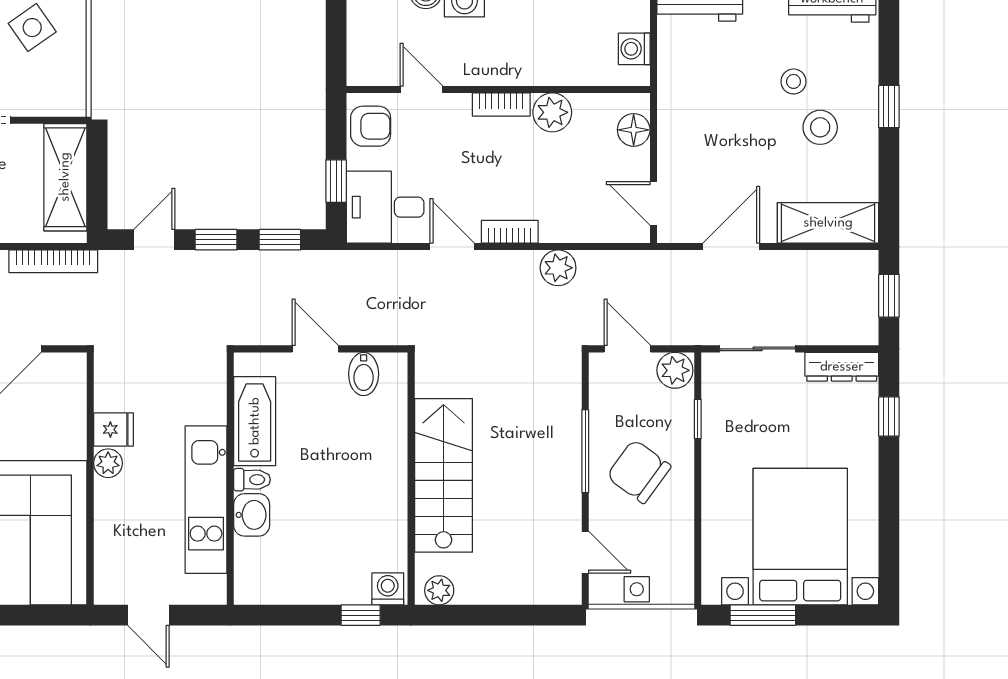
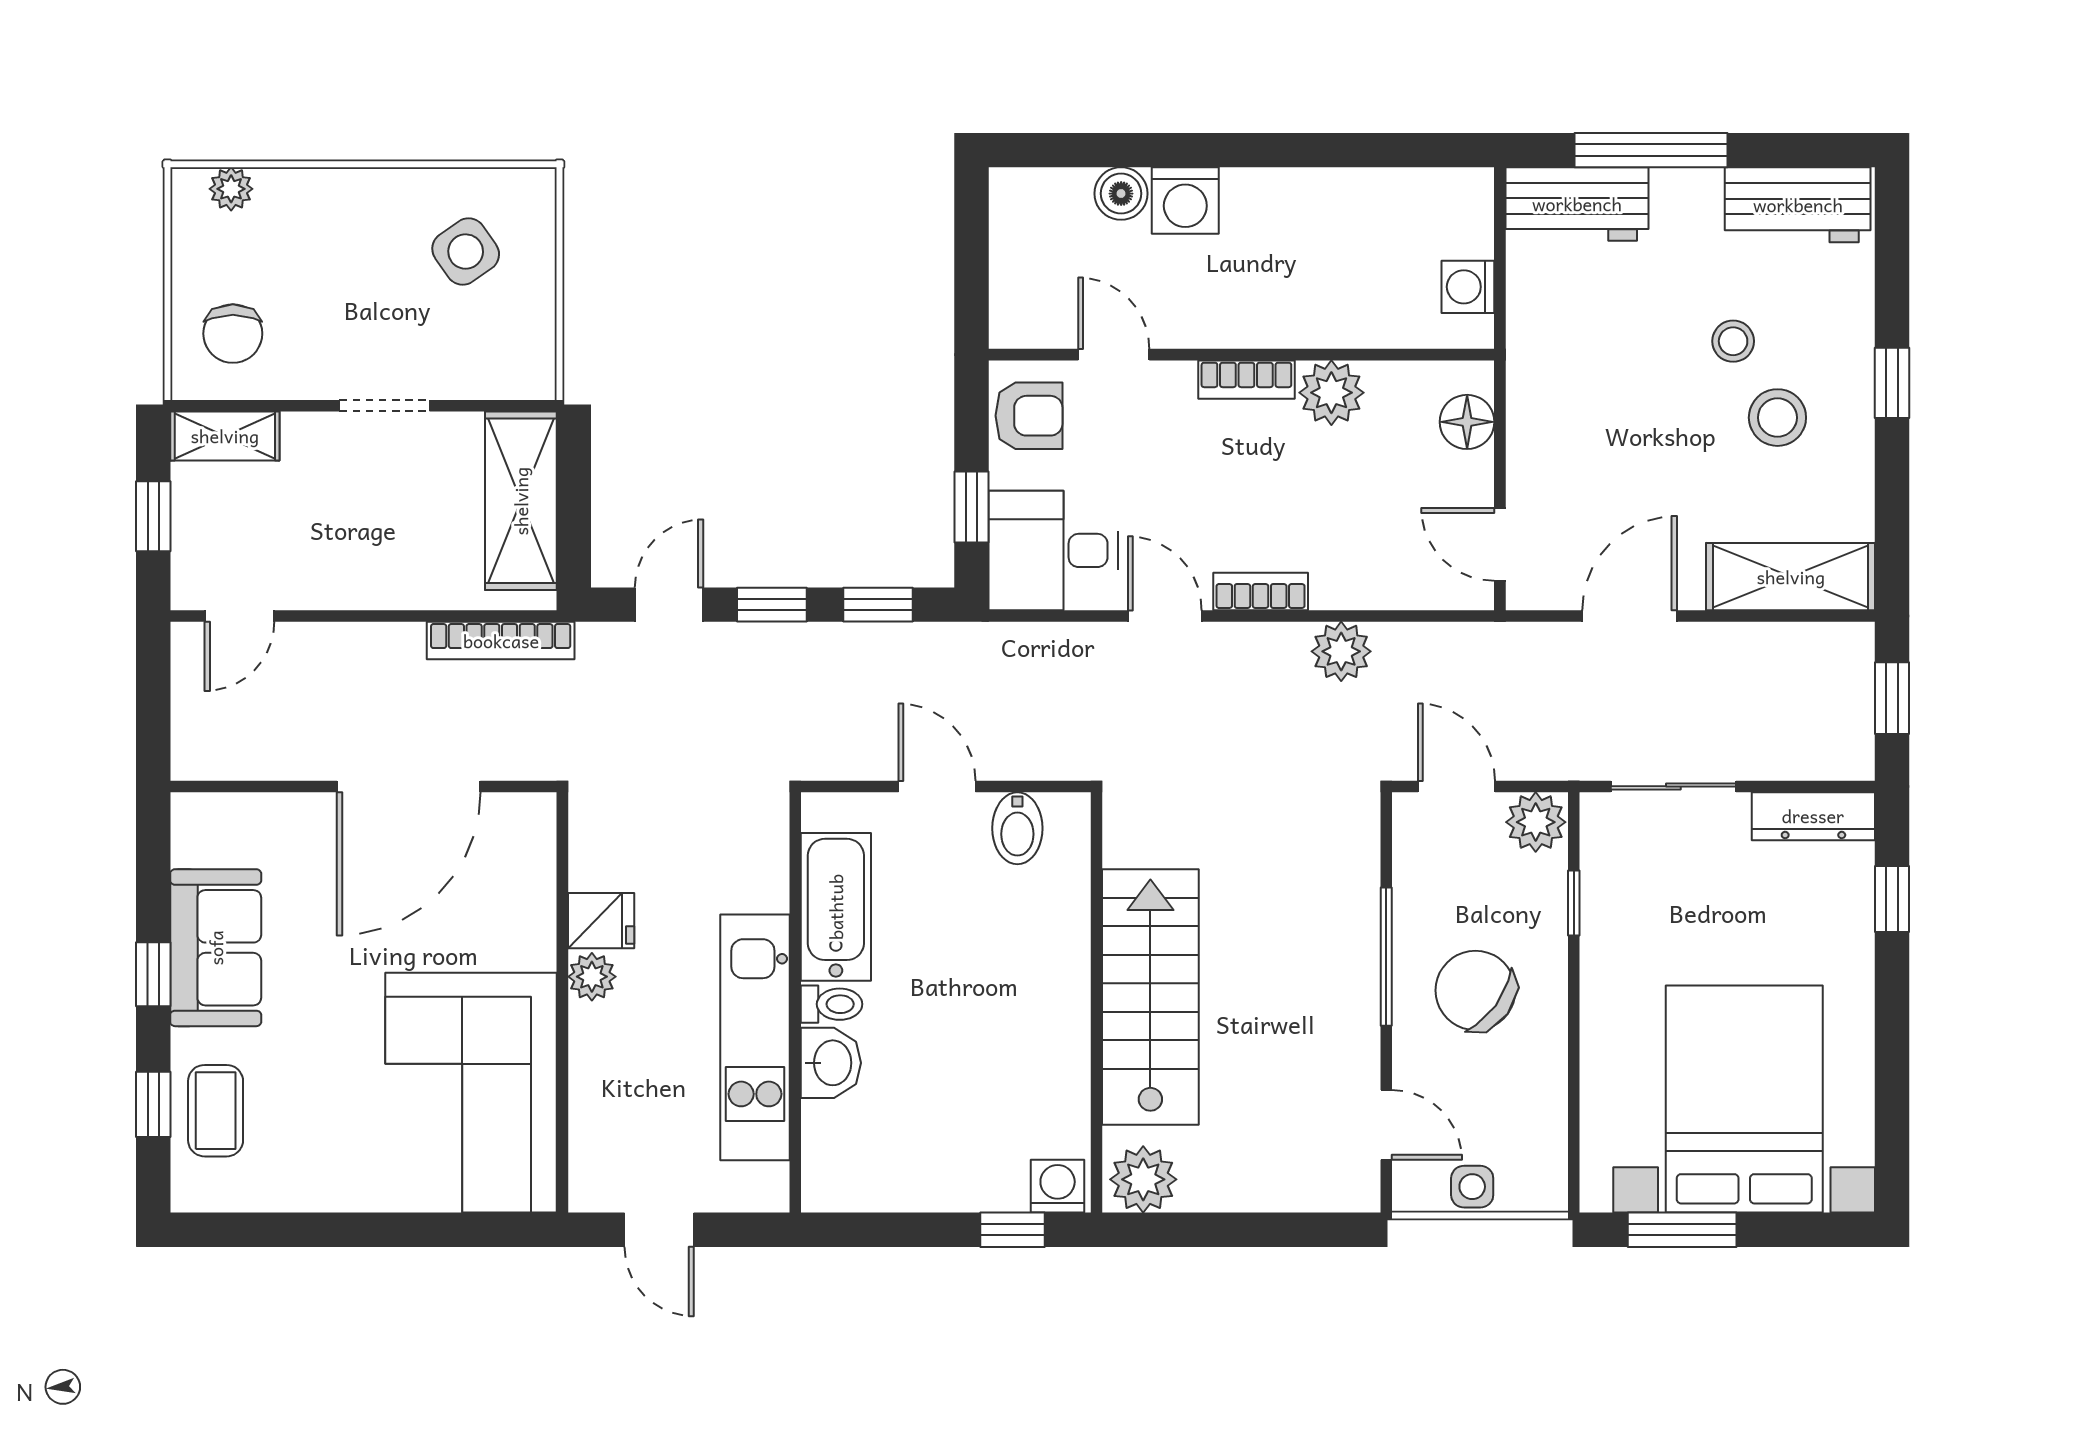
plant: (439, 590) -> (1143, 1179), width x1.38, depth x1.38

